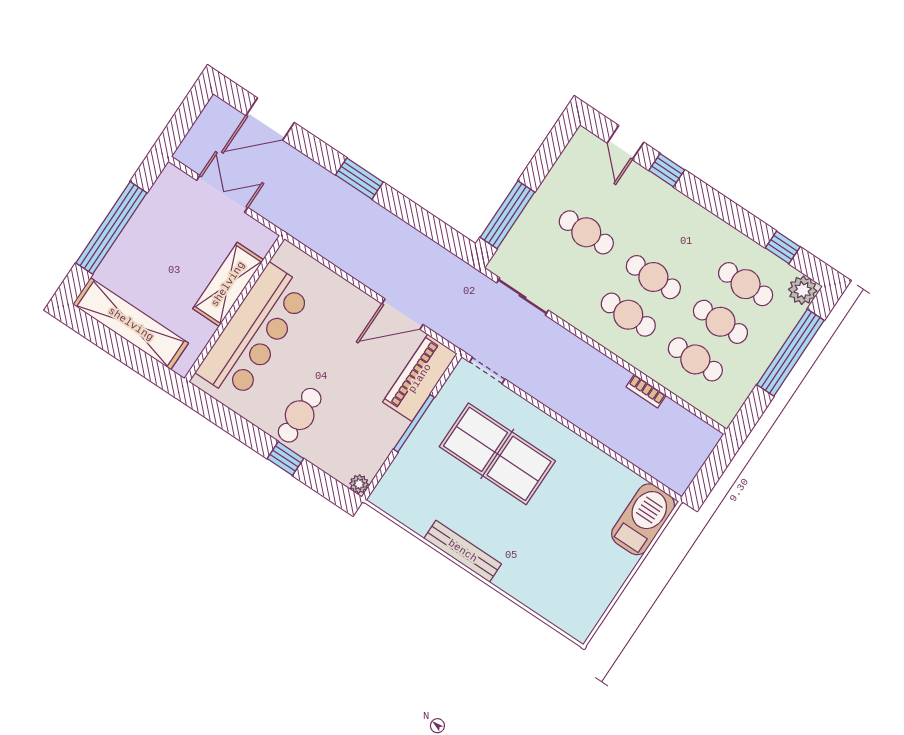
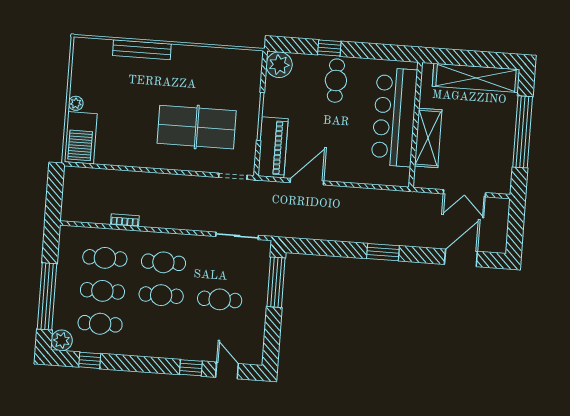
plant: (359, 484) -> (279, 65), width x1.88, depth x1.88
bench: (463, 551) -> (142, 50), moved
plant: (626, 564) -> (76, 103), added

